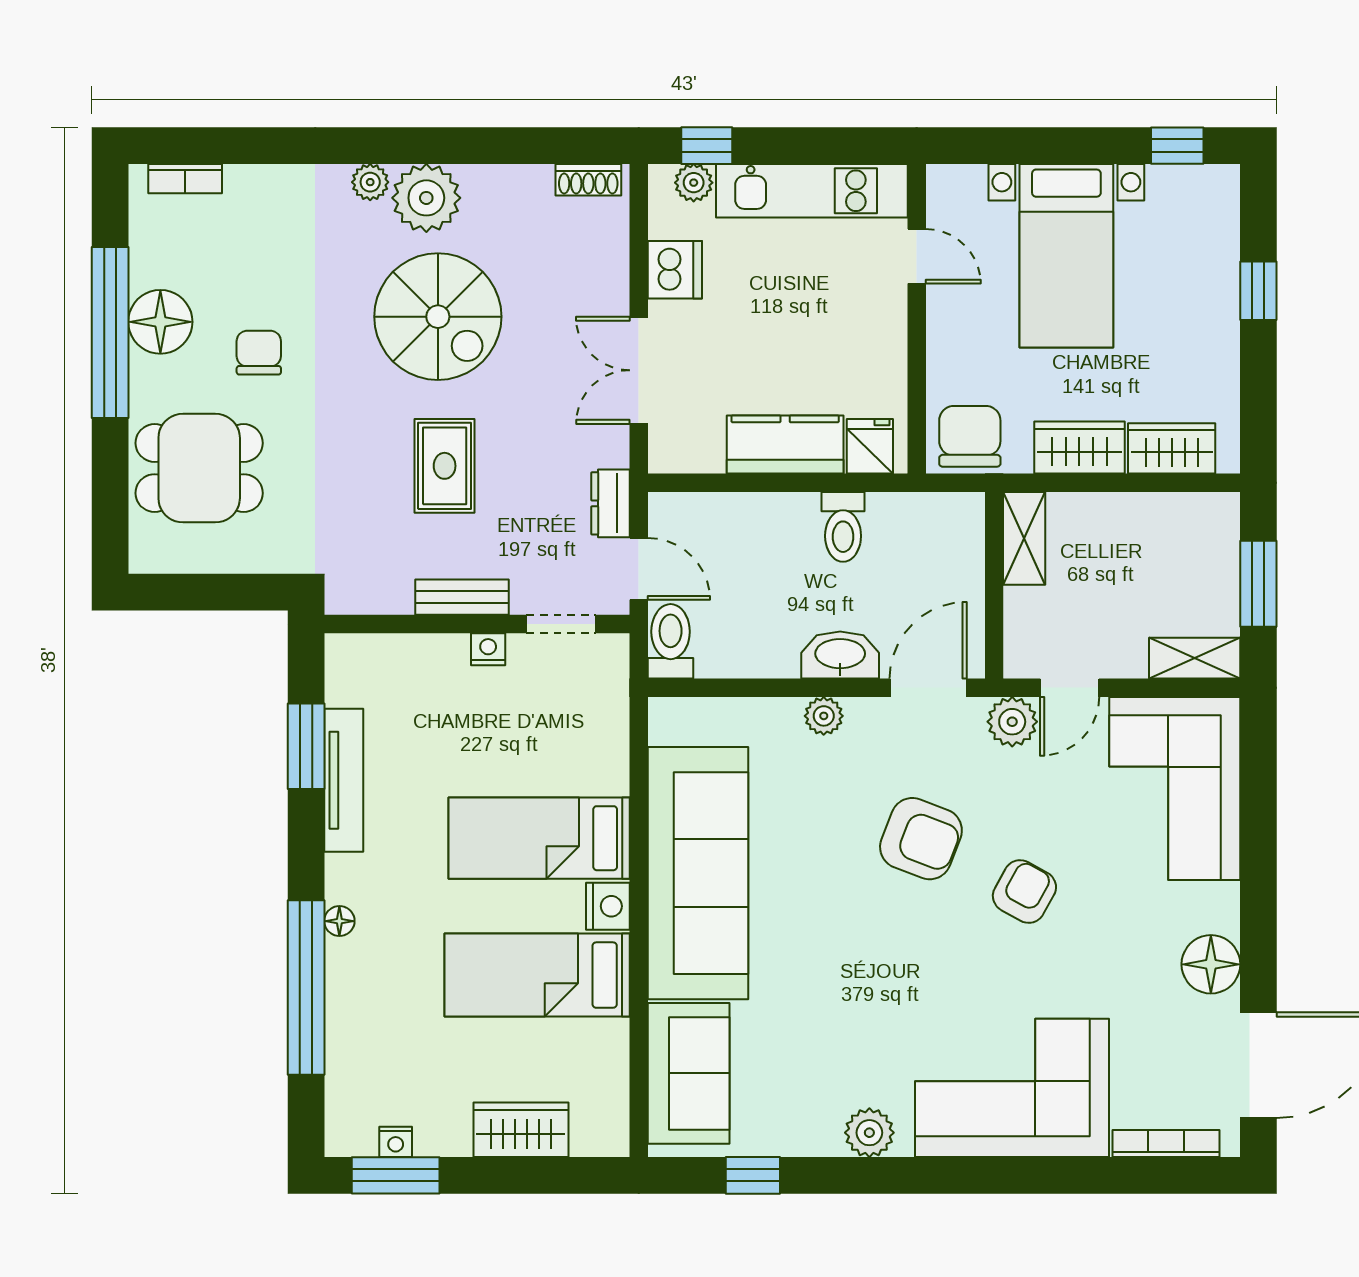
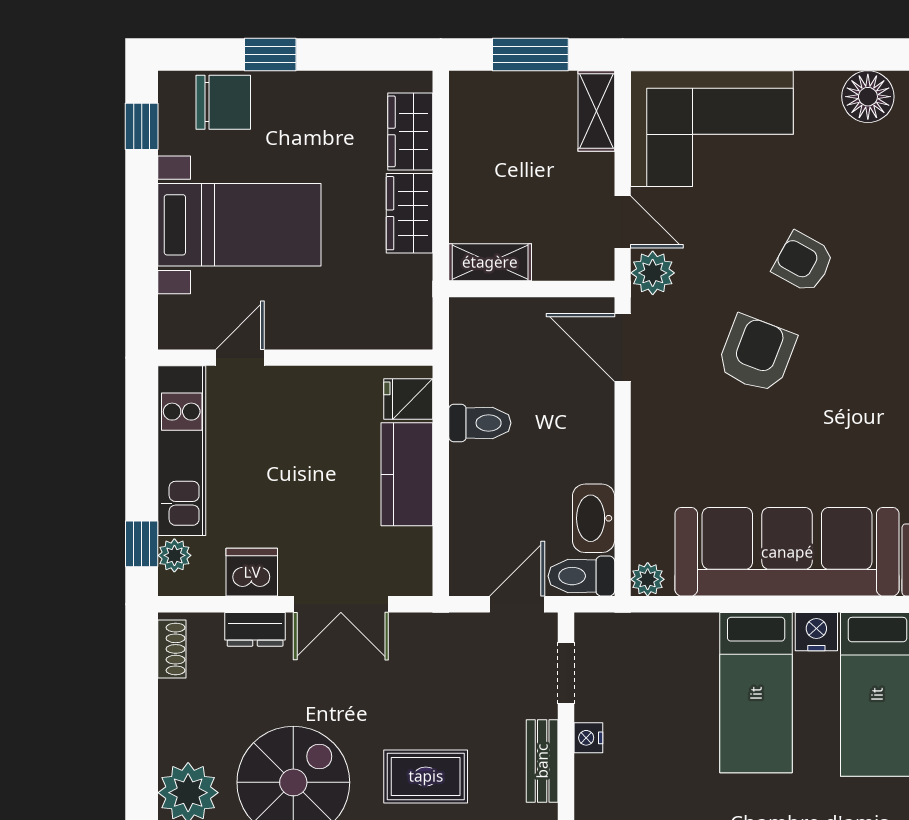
chair: (970, 436) -> (223, 102), moved, turned 180
dresser: (610, 503) -> (255, 629), moved
washbasin: (840, 655) -> (594, 518), moved
plant: (824, 716) -> (648, 579), moved

